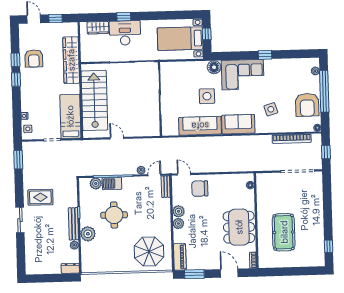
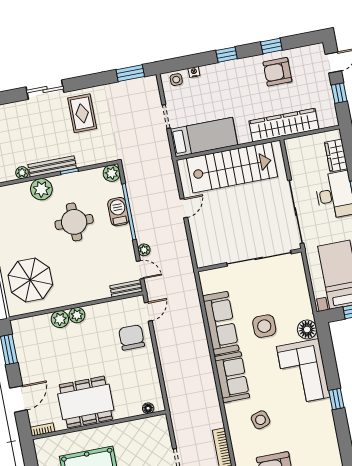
window: (16, 79) -> (227, 55), moved
plant: (96, 183) -> (112, 173), moved
plant: (179, 211) -> (60, 319), moved
piano: (180, 257) -> (30, 325), removed

